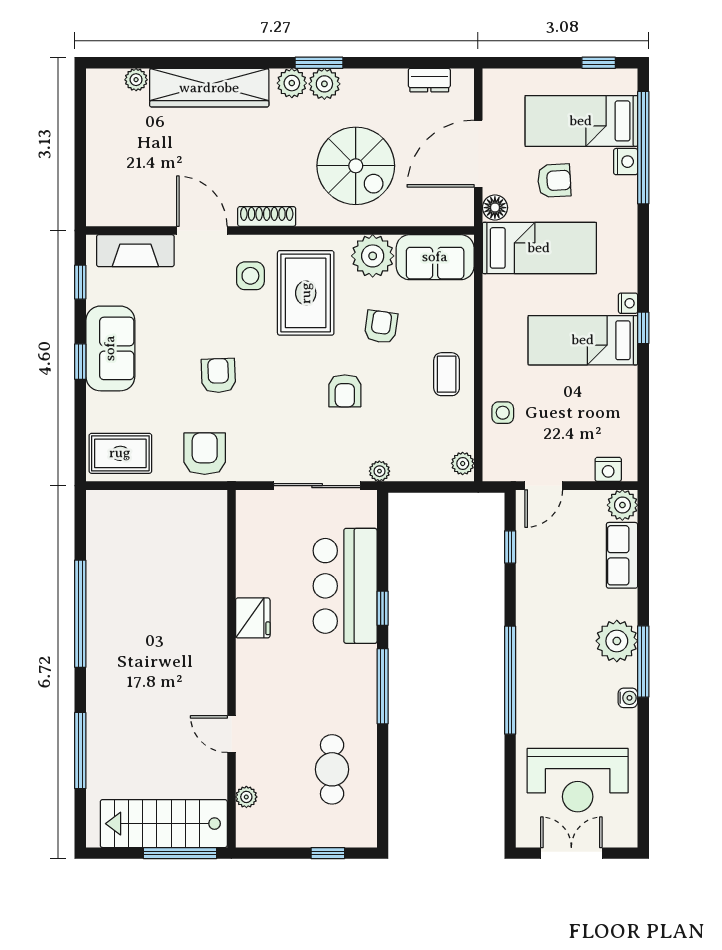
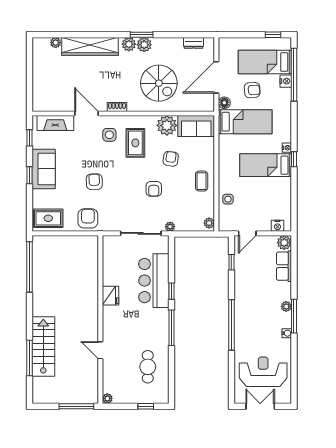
shoe rack: (267, 216) -> (117, 107), width x0.70
rug: (306, 293) -> (135, 143), width x0.73, depth x0.70
window: (80, 614) -> (29, 267), moved
plant: (617, 641) -> (286, 306), width x0.53, depth x0.53
reception desk: (578, 780) -> (263, 372), turned 180
plant: (246, 797) -> (107, 398), moved
stairs: (164, 824) -> (43, 347), moved, turned 90

